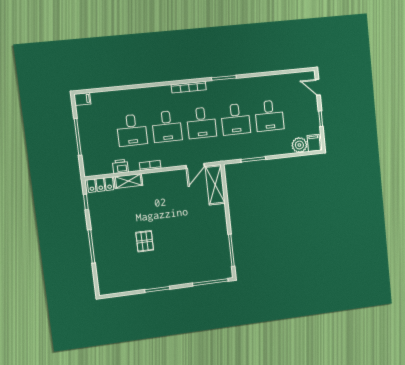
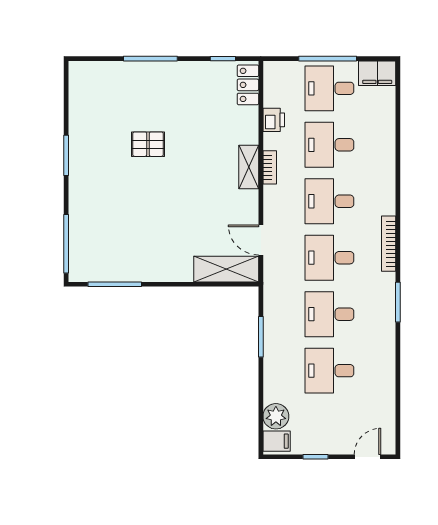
filing cabinet: (82, 99) -> (377, 73), width x2.00
desk: (96, 134) -> (329, 88), added
shelving: (128, 181) -> (249, 167), moved

